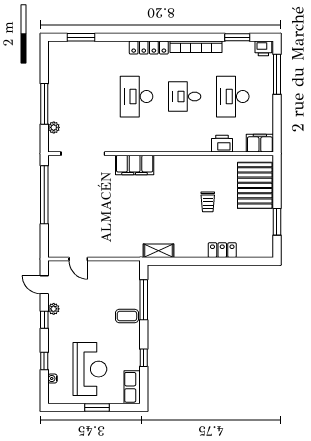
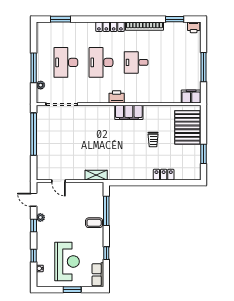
window: (277, 74) -> (204, 67), moved
desk: (233, 97) -> (66, 62), moved
printer: (222, 144) -> (117, 97), moved
filing cabinet: (135, 165) -> (129, 112), moved
shelving: (158, 251) -> (96, 175), moved

